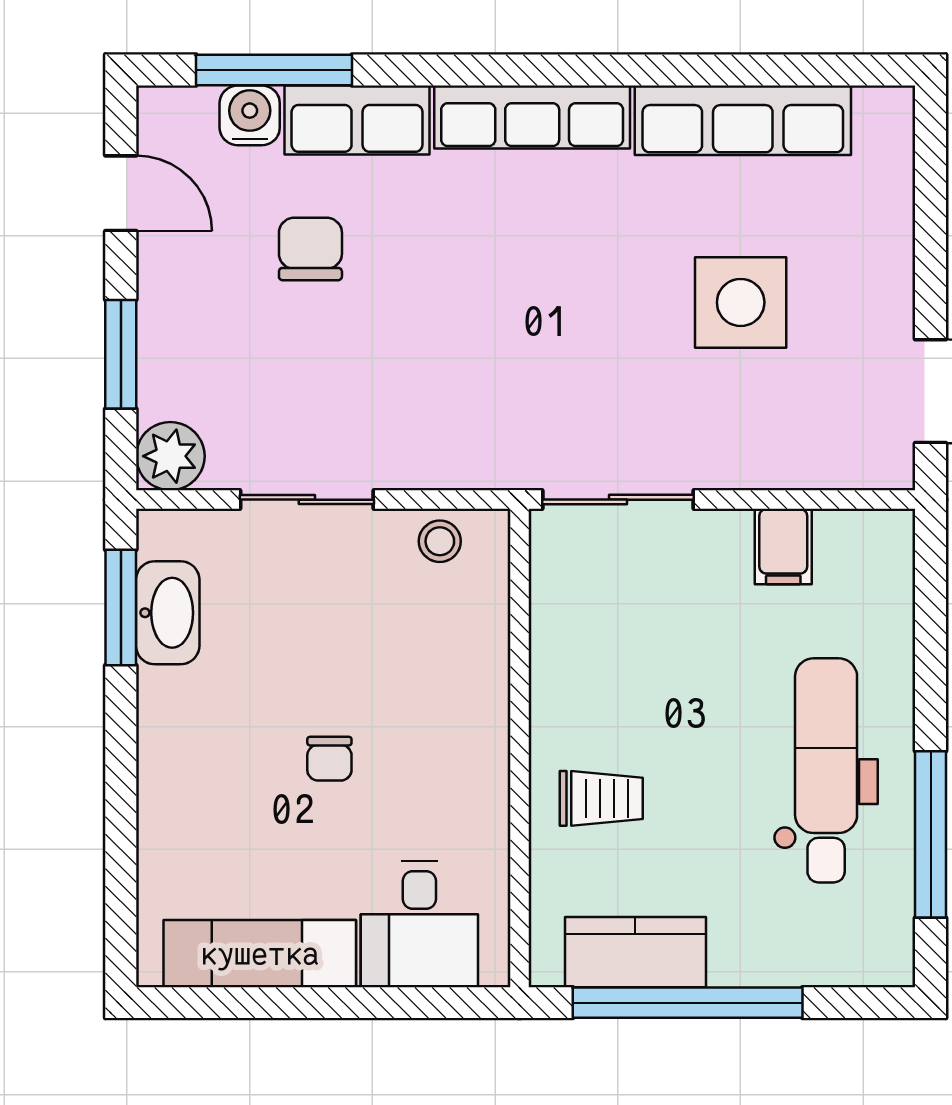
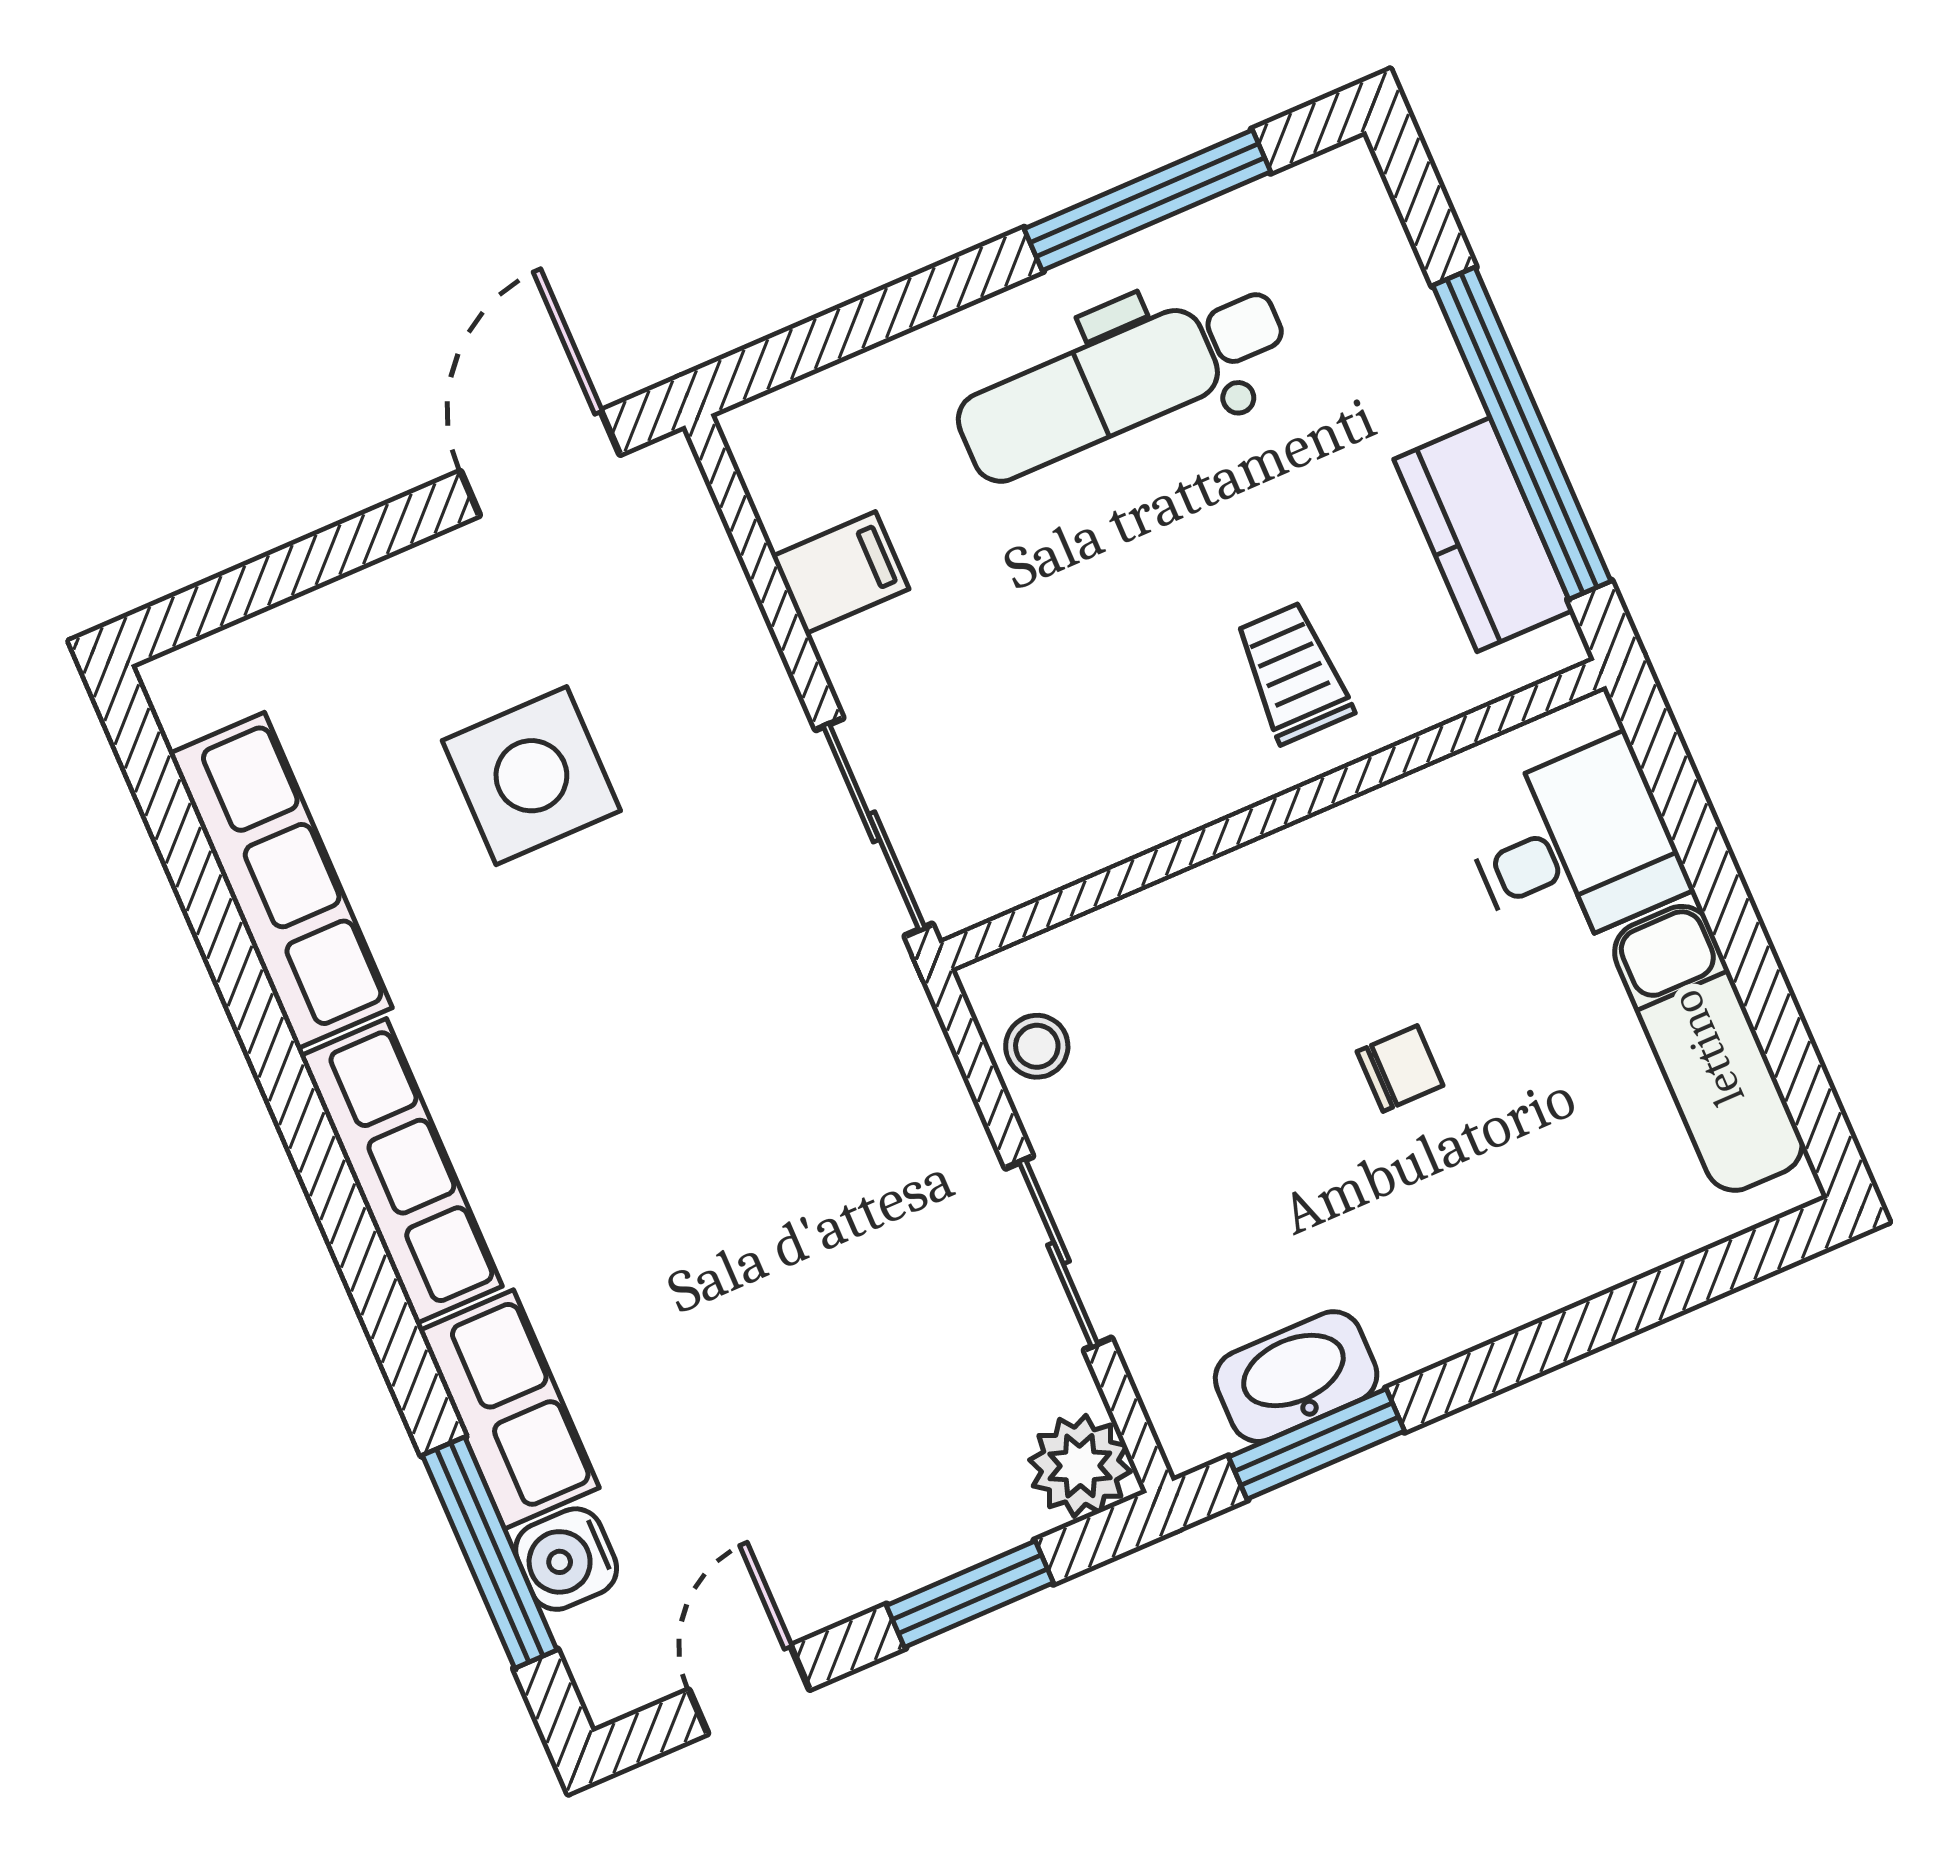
chair: (310, 249) -> (713, 1397), removed

